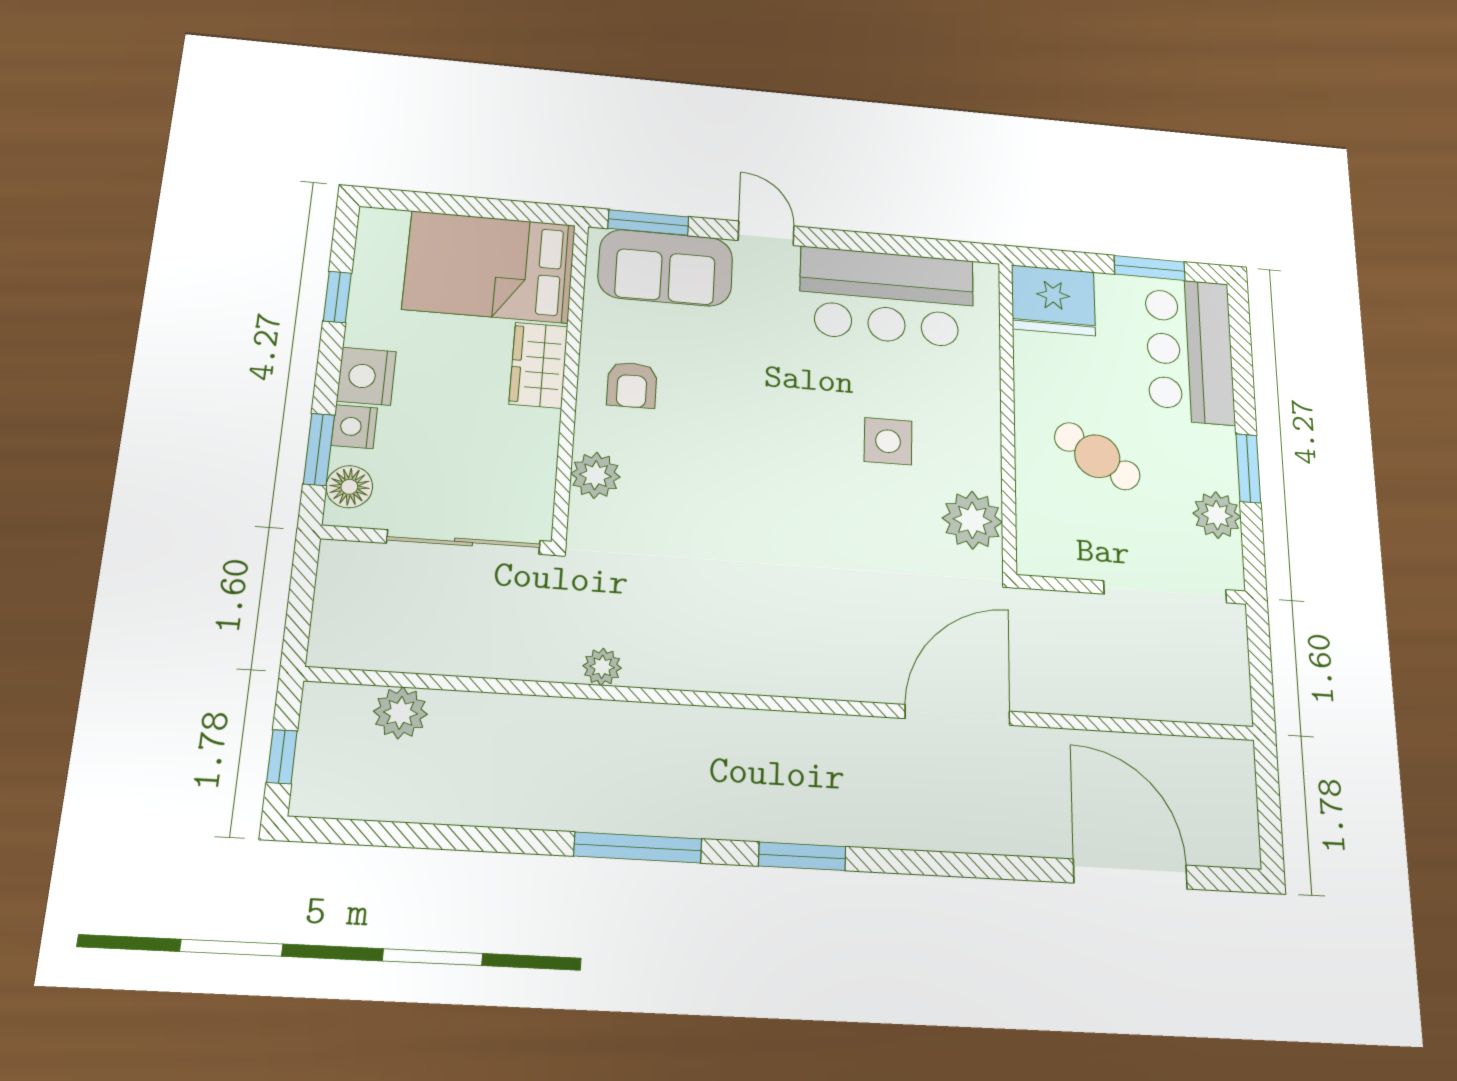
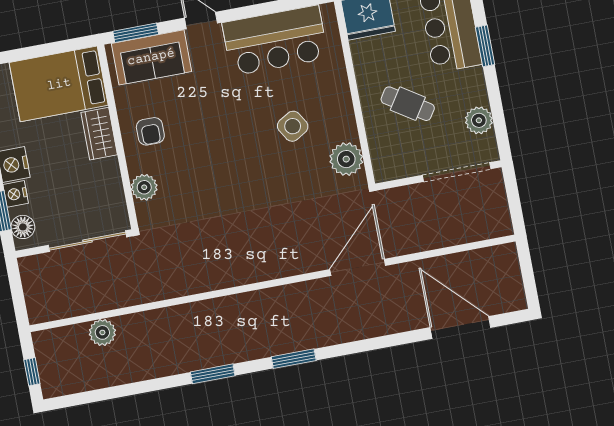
side table: (888, 441) -> (293, 126), turned -31
window: (1248, 468) -> (485, 46), moved
plant: (602, 667) -> (173, 288), removed
plant: (400, 713) -> (102, 332), moved
window: (638, 847) -> (213, 374), width x0.69

